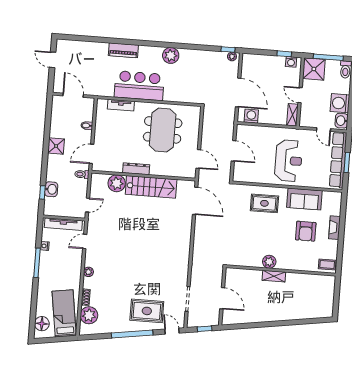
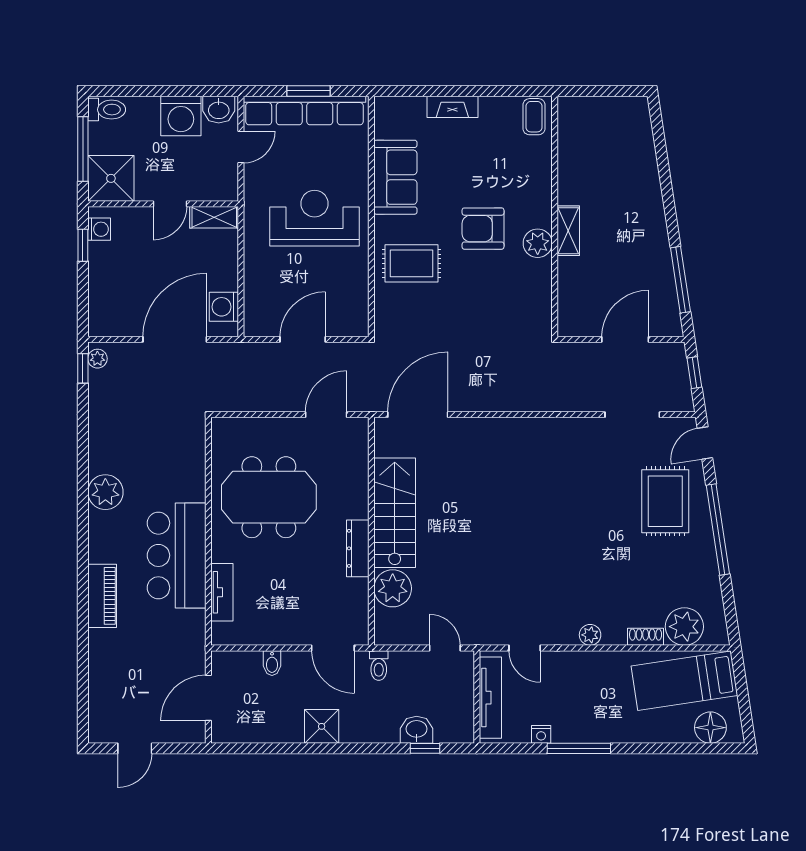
rug: (264, 203) -> (411, 263), turned 90
armchair: (306, 231) -> (483, 229), moved, turned 180
window: (248, 326) -> (680, 280), added

